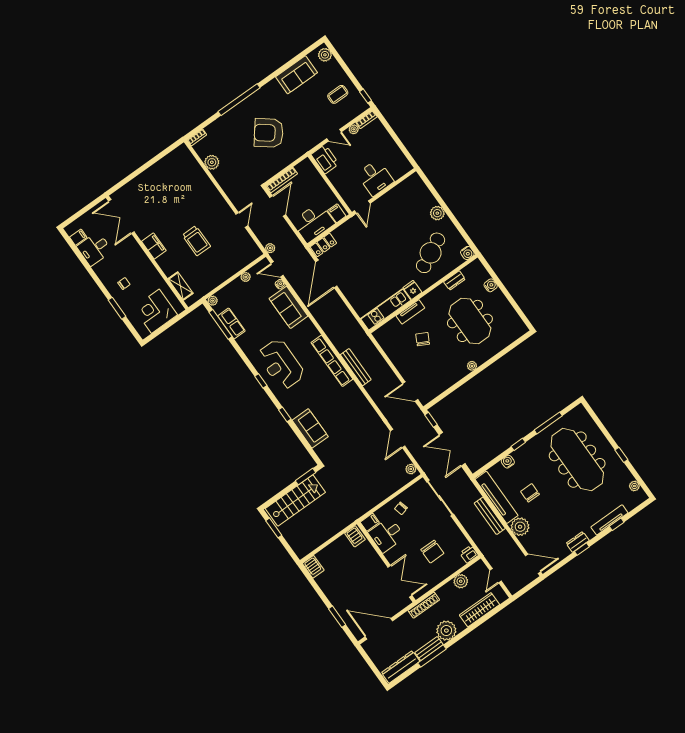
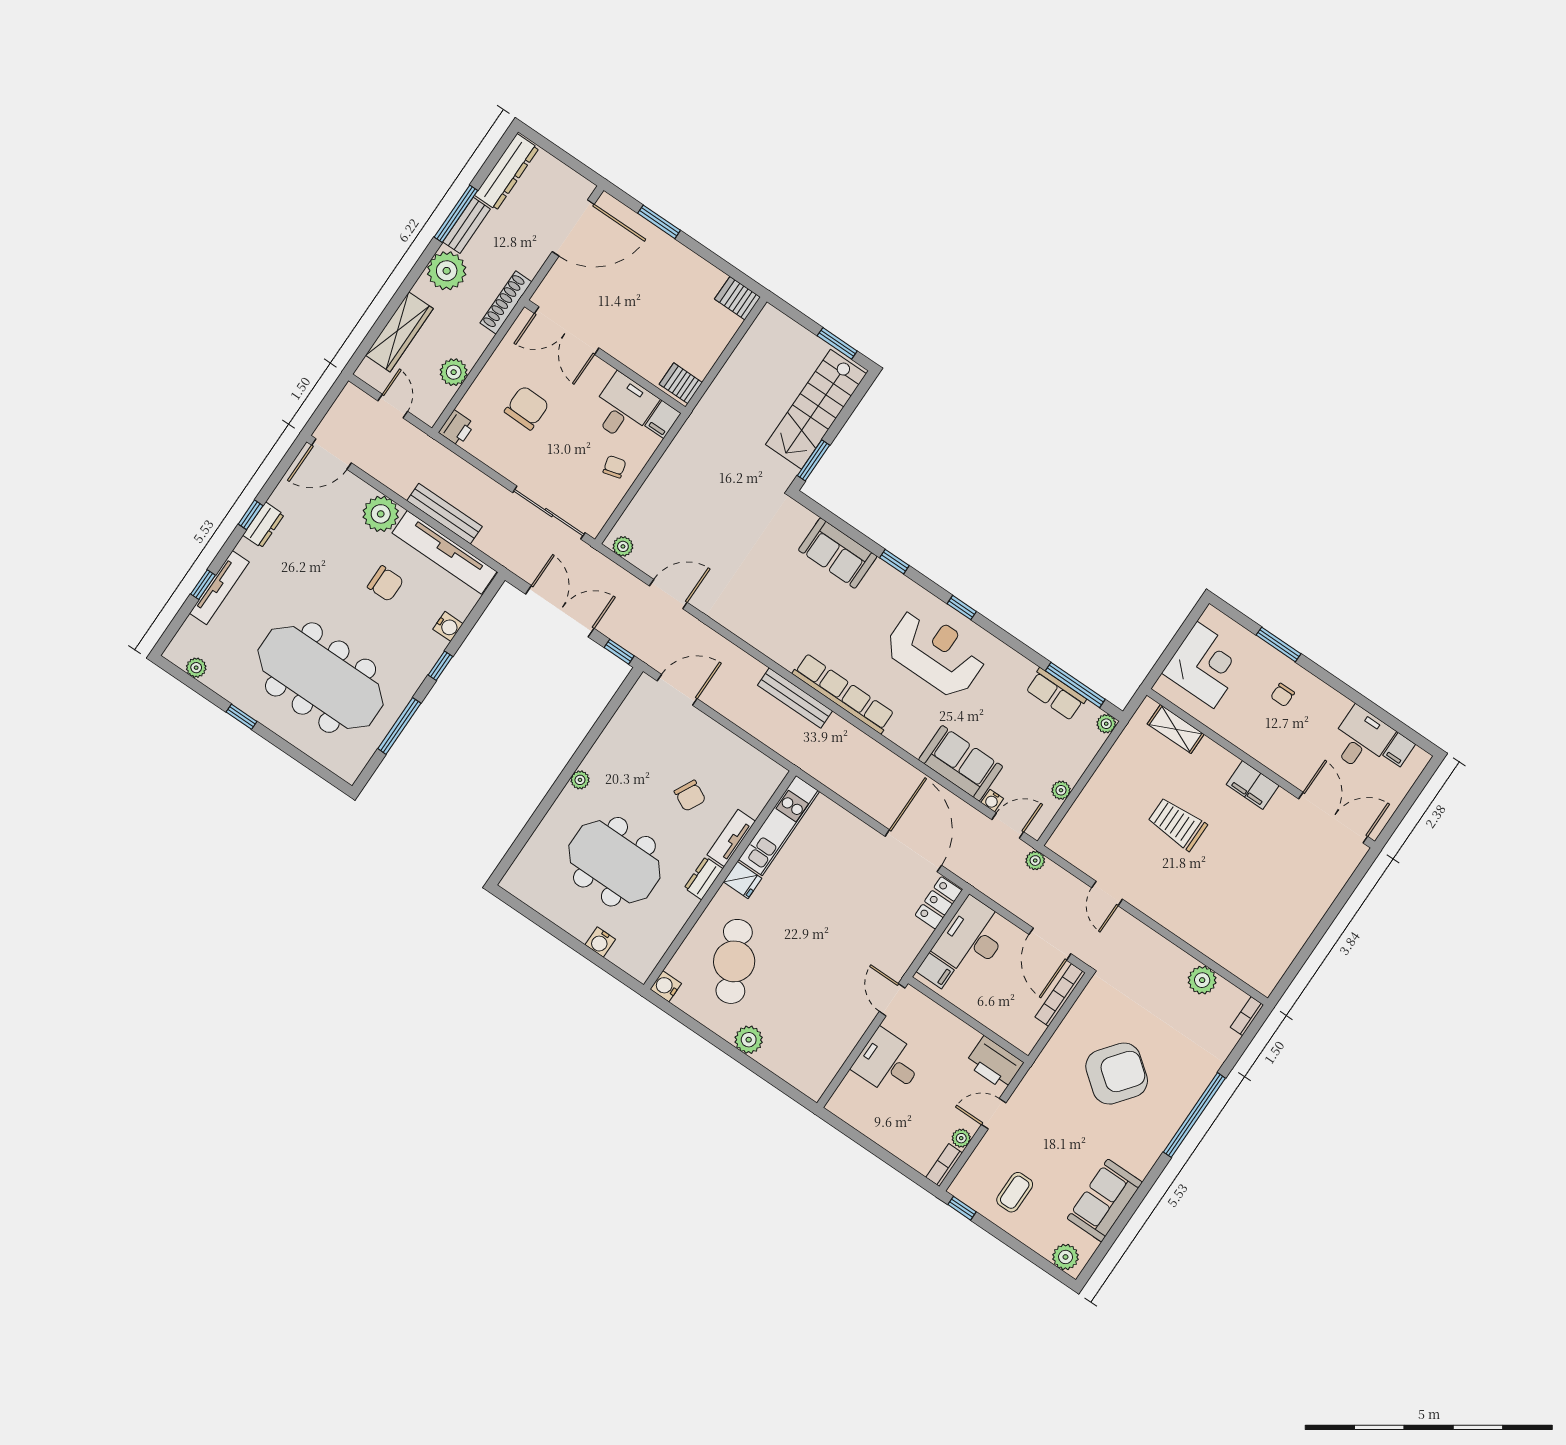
dresser: (454, 280) -> (704, 878), moved
door: (398, 439) -> (668, 594), hinge flipped
chair: (432, 552) -> (527, 408), turned 91

